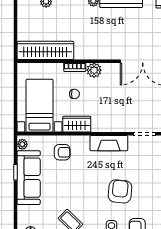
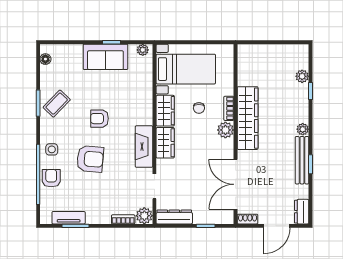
wardrobe: (45, 50) -> (248, 118), moved
wardrobe: (106, 124) -> (165, 143), added
armchair: (62, 152) -> (100, 119), moved, turned 90
sofa: (29, 178) -> (105, 57), width x0.73

